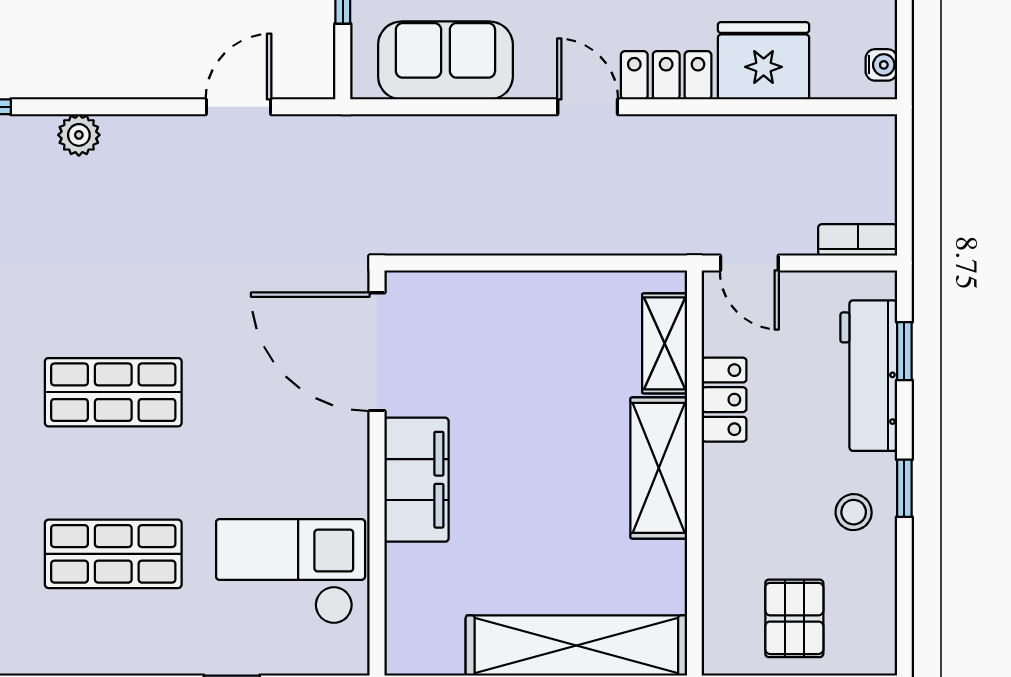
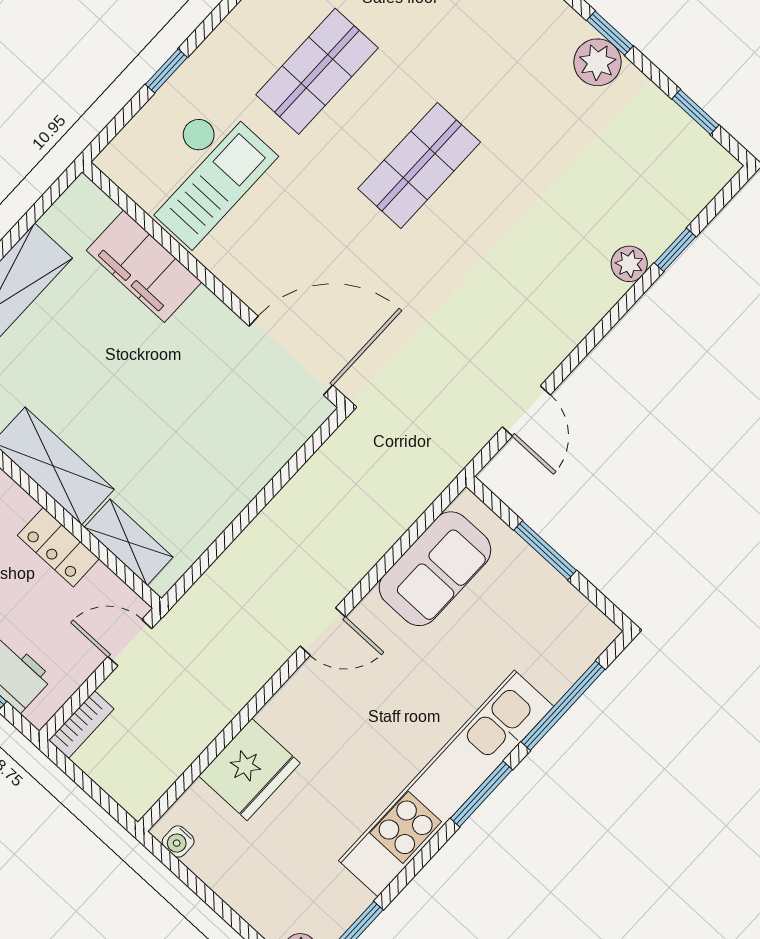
locker: (666, 75) -> (297, 700), removed
plant: (79, 135) -> (629, 264), moved
filing cabinet: (416, 480) -> (144, 266), moved

